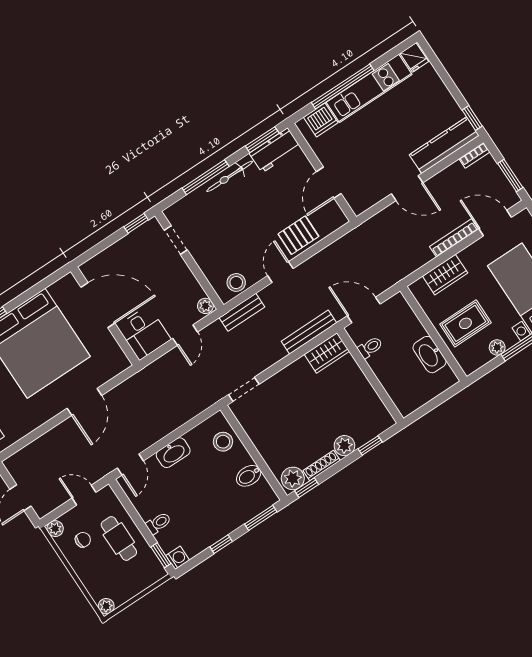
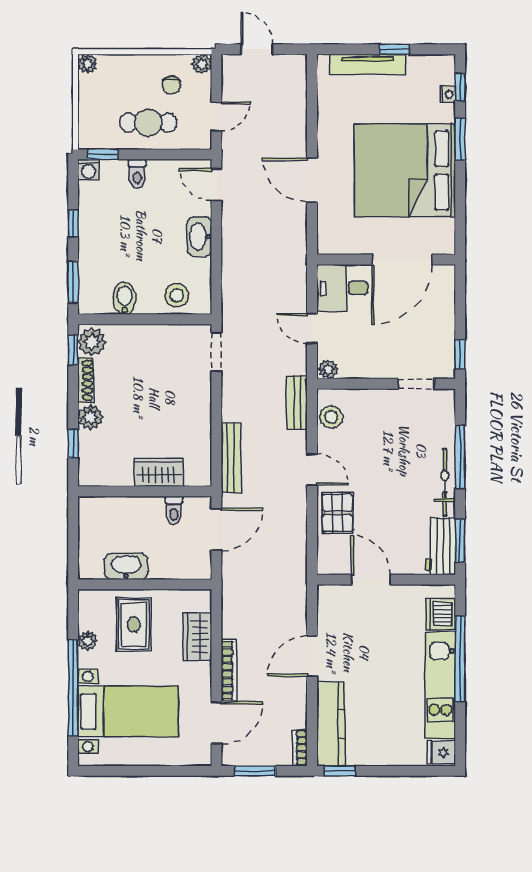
wardrobe: (327, 353) -> (159, 472), moved, turned 90

